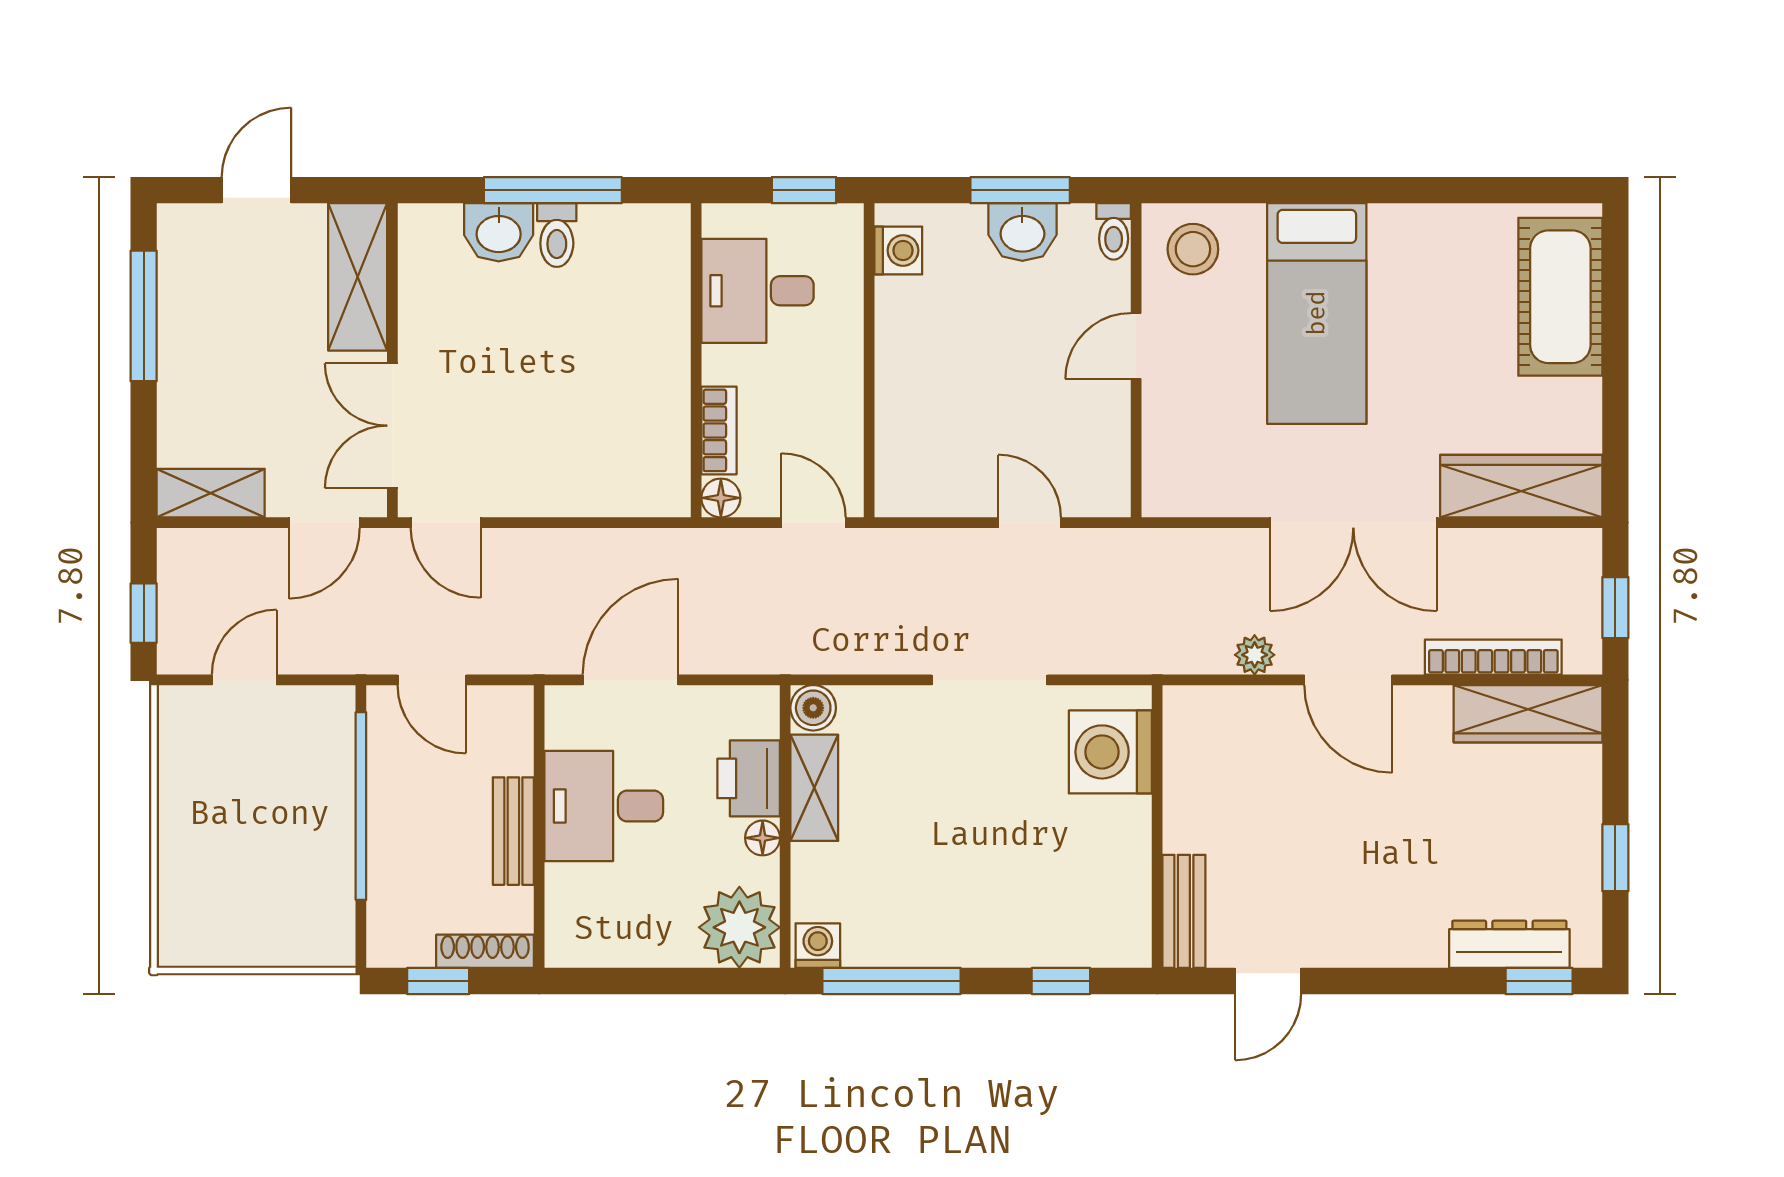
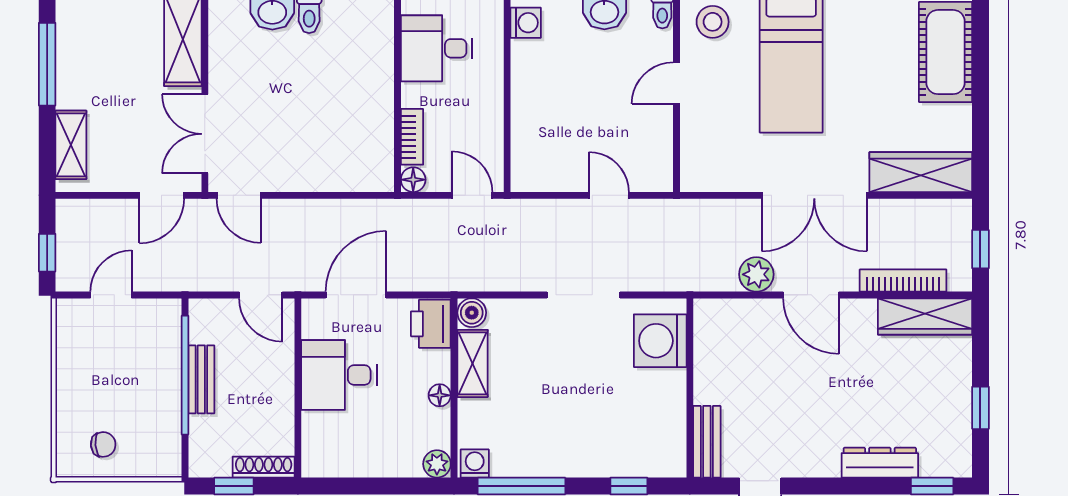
shelving: (211, 493) -> (71, 145), moved, turned 90
plant: (1255, 655) -> (756, 274), width x1.38, depth x1.38
door: (432, 680) -> (261, 295), moved
printer: (749, 778) -> (431, 324), moved
bench: (513, 831) -> (201, 379), moved
chair: (232, 916) -> (103, 444), added
plant: (739, 927) -> (437, 464), width x0.53, depth x0.53
dresser: (1509, 944) -> (880, 463), moved

